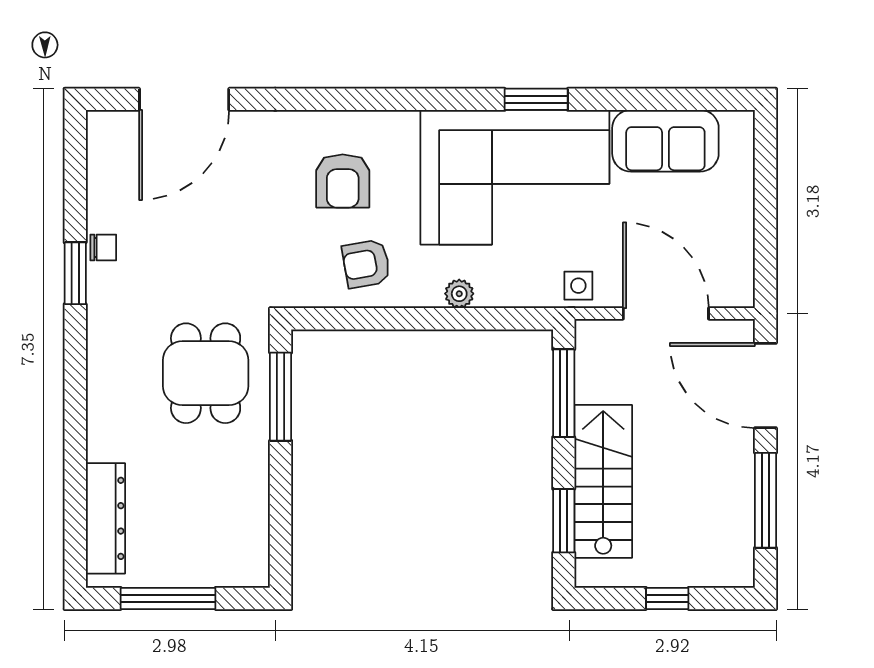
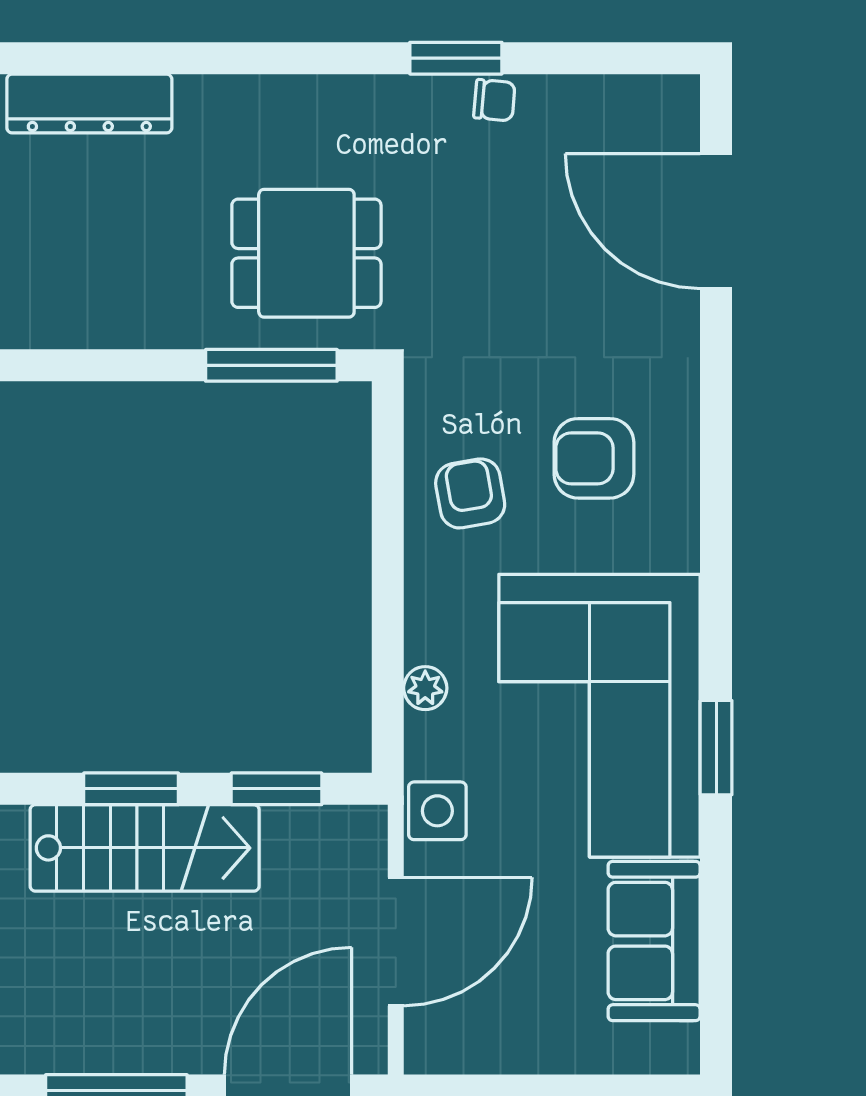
chair: (103, 248) -> (494, 100), turned -85
side table: (578, 286) -> (437, 811), width x1.37, depth x1.37
plant: (459, 294) -> (425, 688), moved
window: (564, 393) -> (276, 789), width x0.69
window: (564, 521) -> (131, 789), moved

